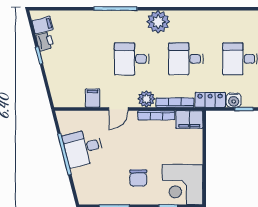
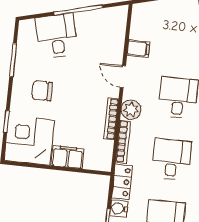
filing cabinet: (189, 120) -> (68, 157), moved, turned 90
desk: (83, 148) -> (57, 36), moved

